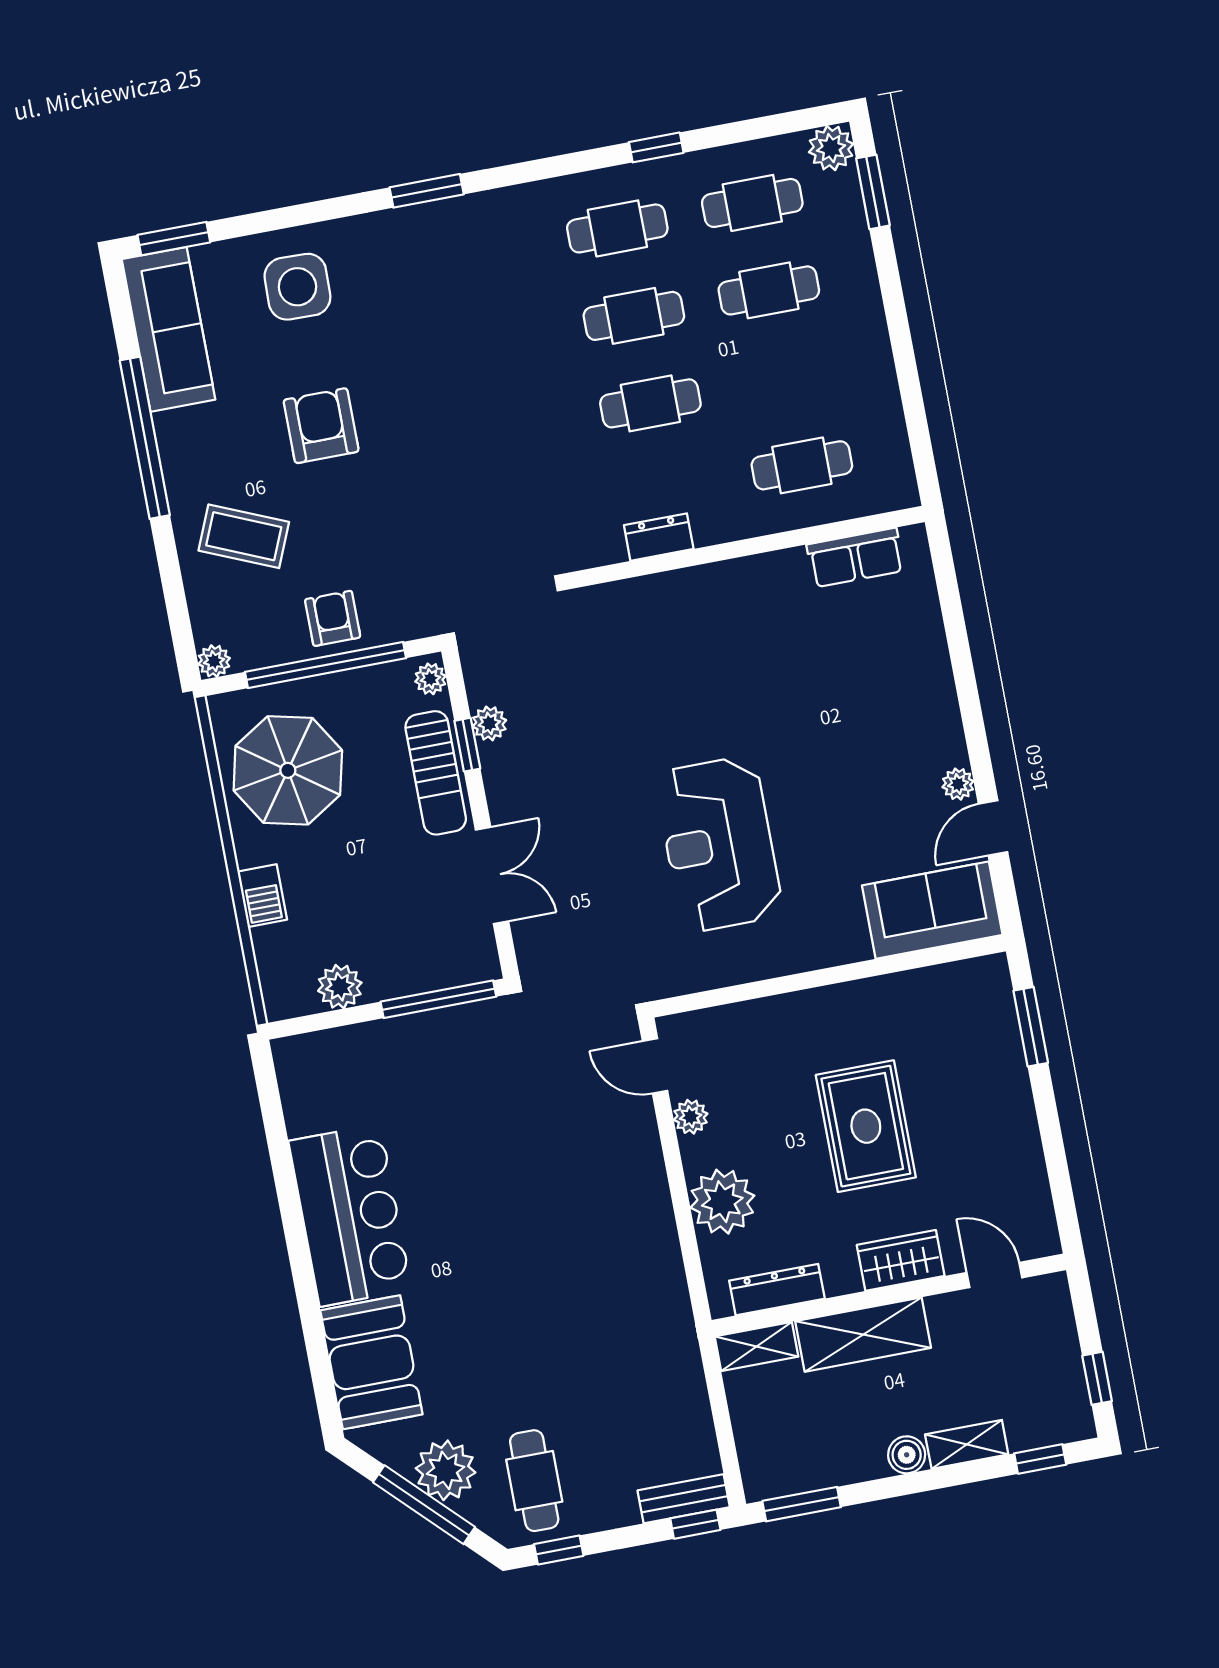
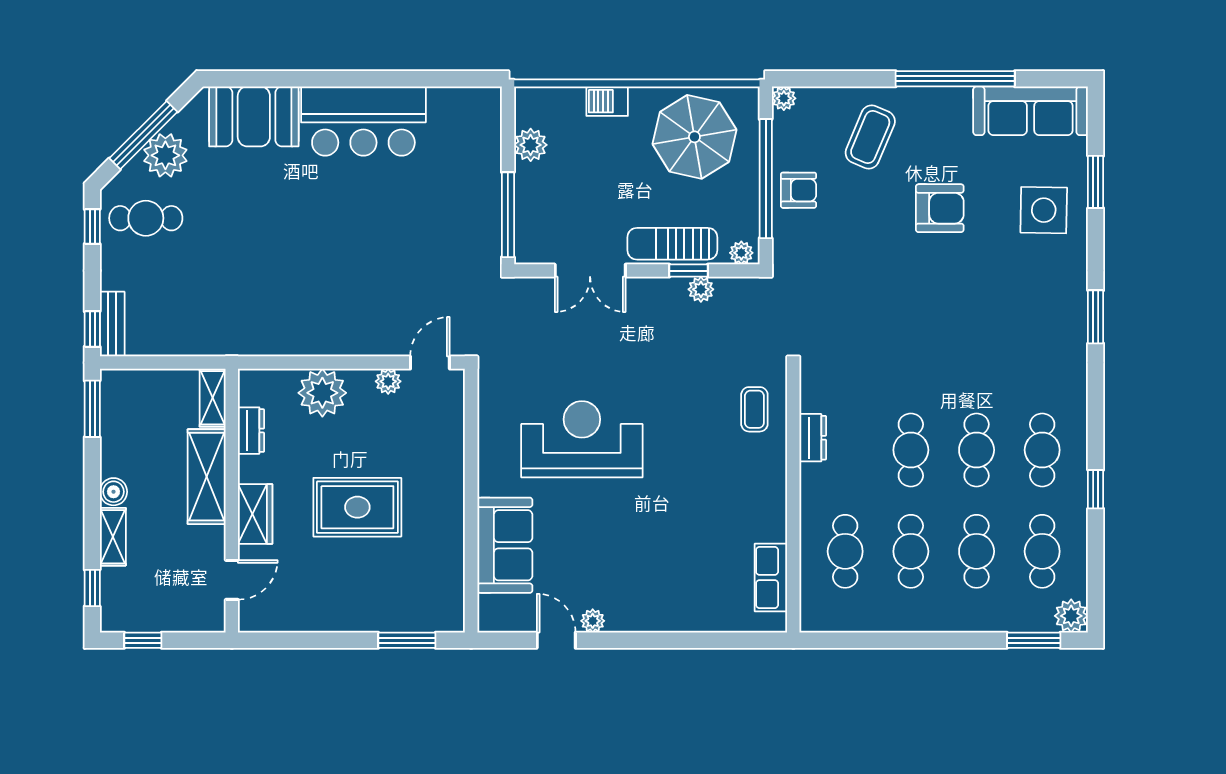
window: (174, 239) -> (1096, 182), moved
cafe table: (785, 378) -> (911, 551), added
coffee table: (636, 622) -> (754, 409), added
sofa: (932, 910) -> (505, 545), moved
dresser: (777, 1290) -> (251, 431), width x0.70

